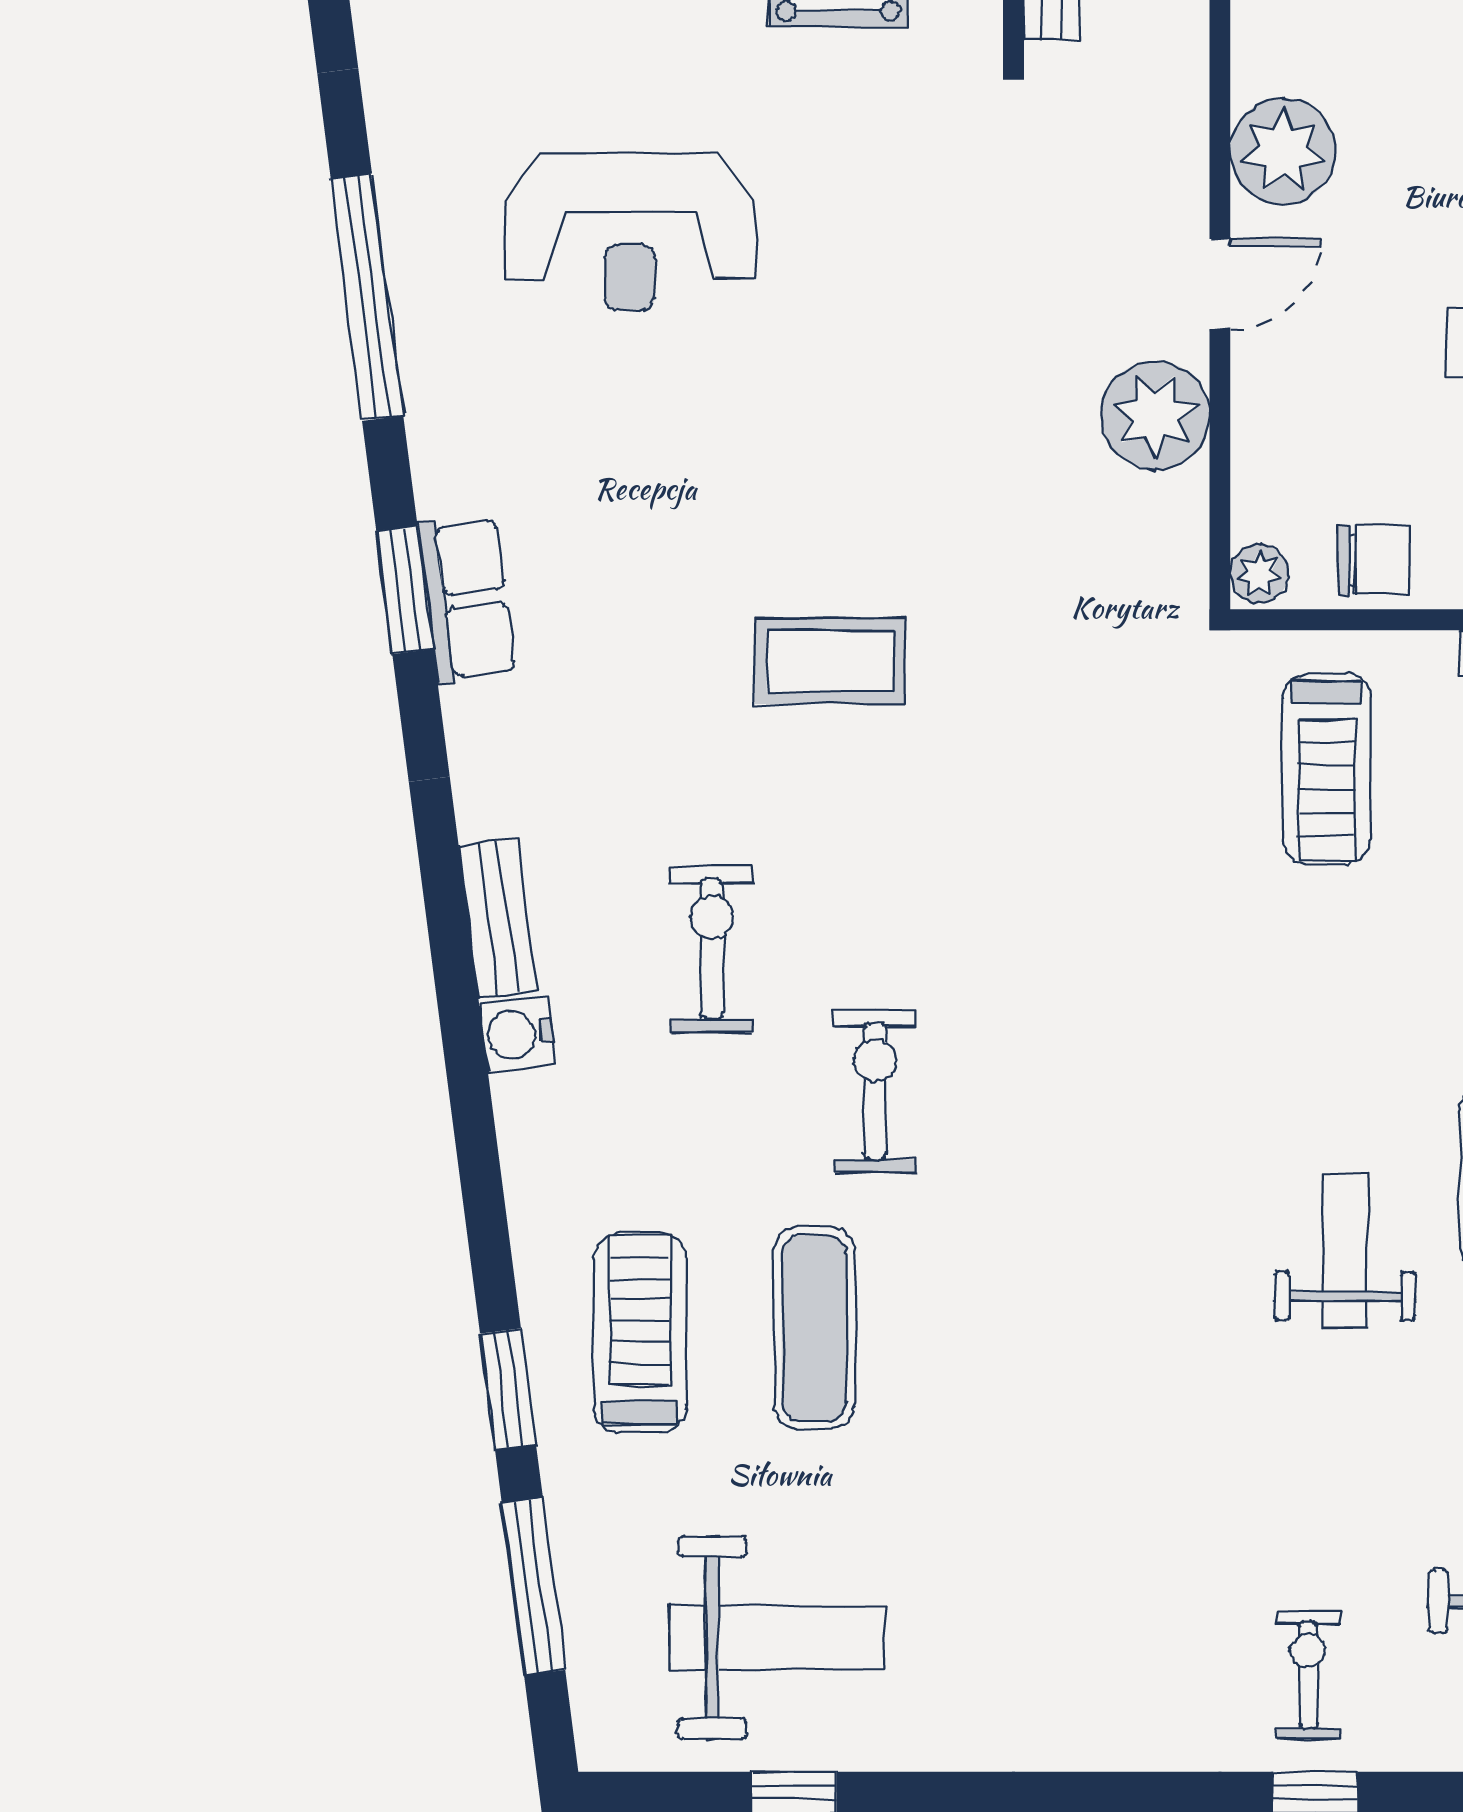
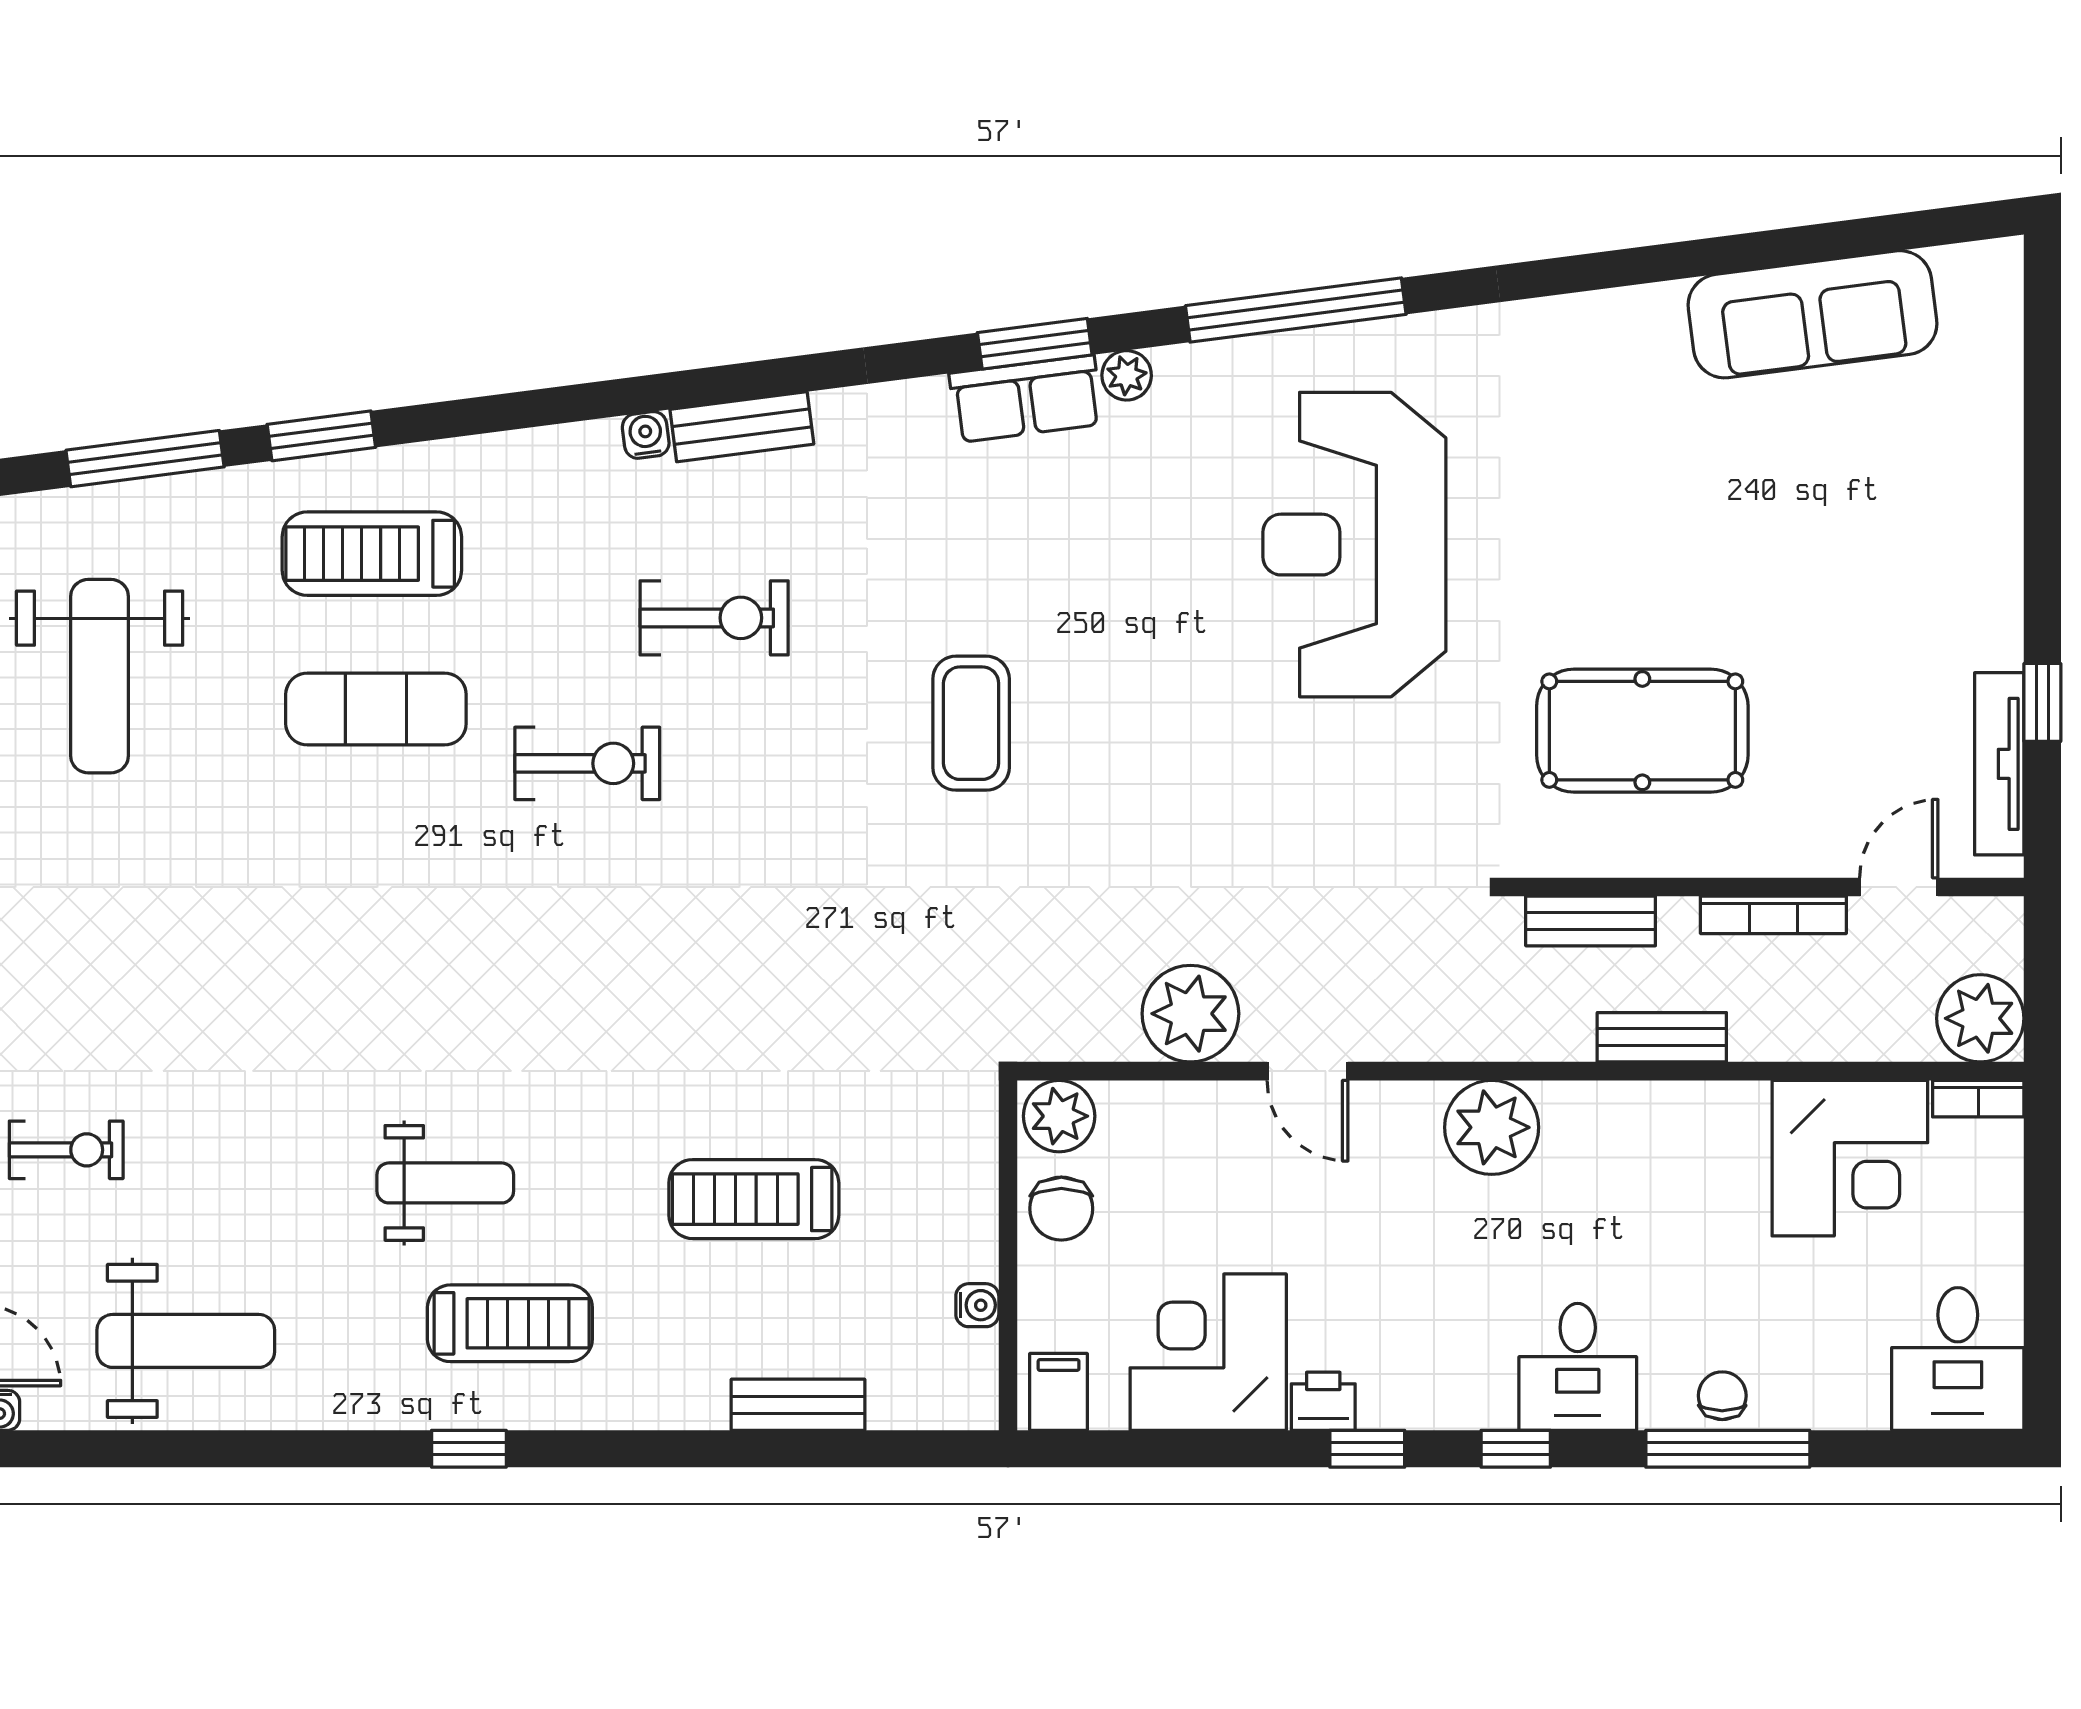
plant: (1283, 151) -> (1492, 1127), moved
reception desk: (630, 232) -> (1354, 545), width x1.36, depth x1.30
plant: (440, 487) -> (1127, 375), added
plant: (1259, 573) -> (1059, 1116), width x1.38, depth x1.38
treadmill: (1326, 768) -> (754, 1199), moved
water cooler: (518, 1034) -> (646, 435), width x0.72, depth x0.72
treadmill: (640, 1332) -> (372, 554), turned 180

